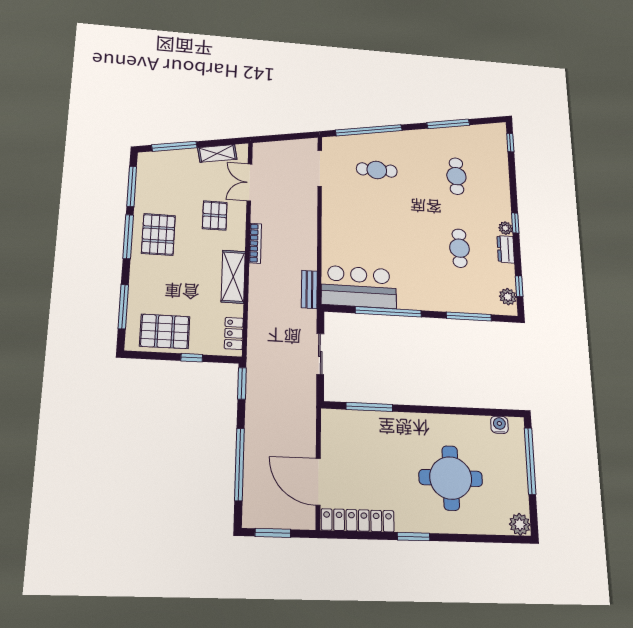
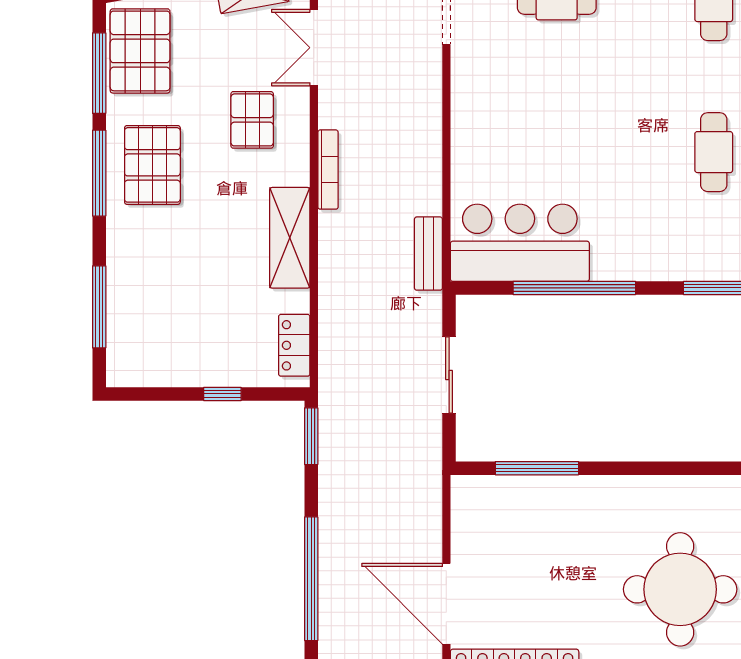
pallet: (165, 331) -> (140, 51), moved, turned 90

